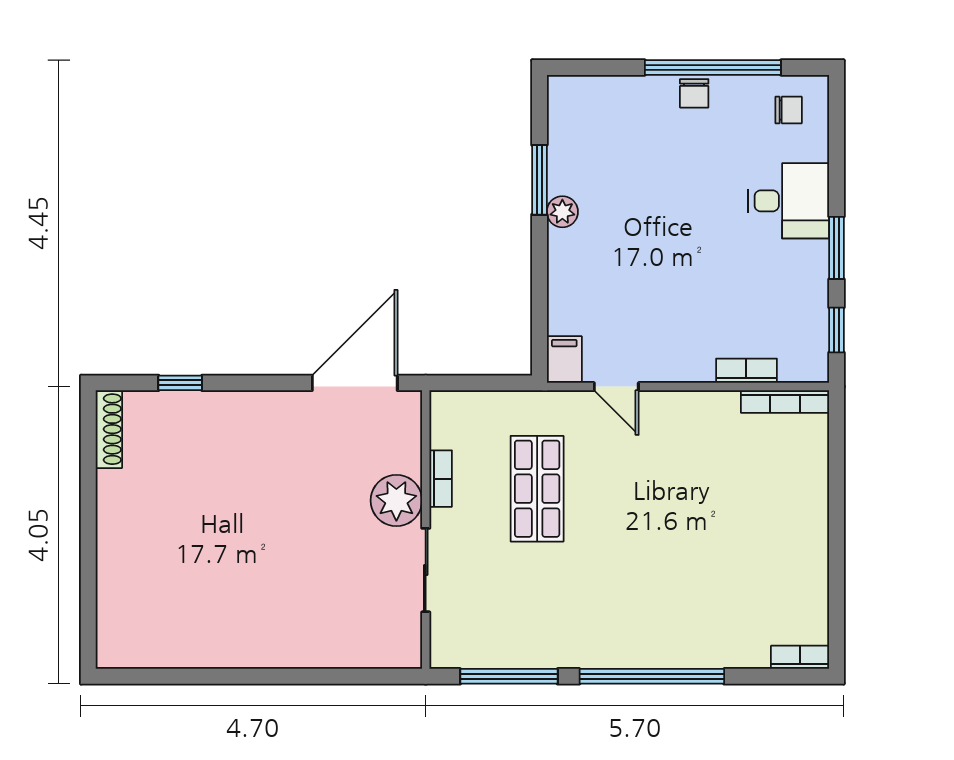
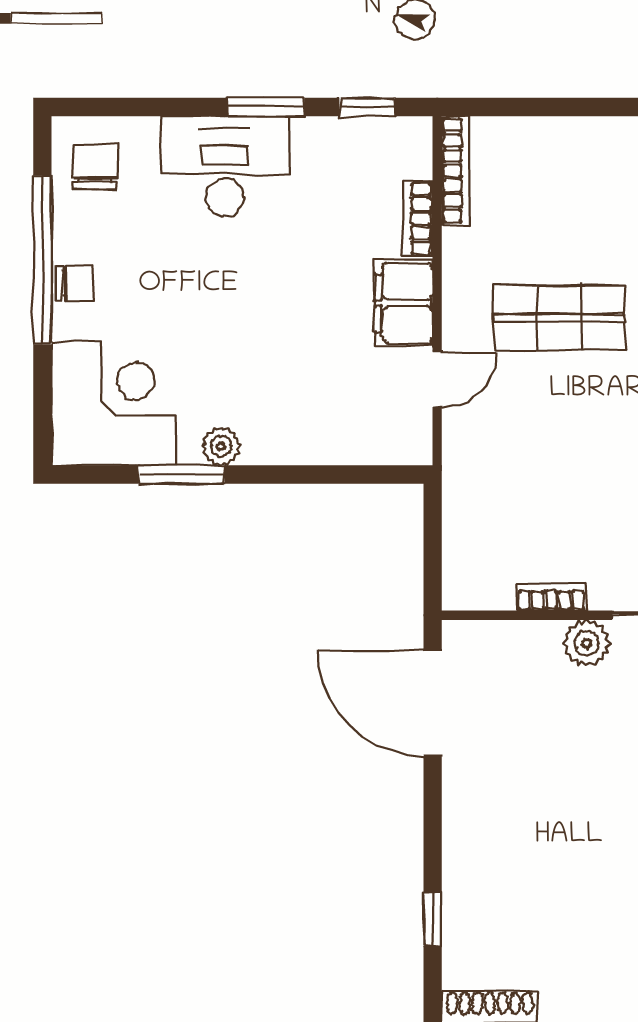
chair: (789, 110) -> (95, 166), width x1.37, depth x1.37
corner desk: (597, 125) -> (113, 403), added
desk: (789, 201) -> (225, 166), width x1.37
filing cabinet: (564, 360) -> (404, 303), moved, width x2.00
shop shelf: (537, 489) -> (559, 318), moved
plant: (396, 500) -> (587, 643), width x0.73, depth x0.73

